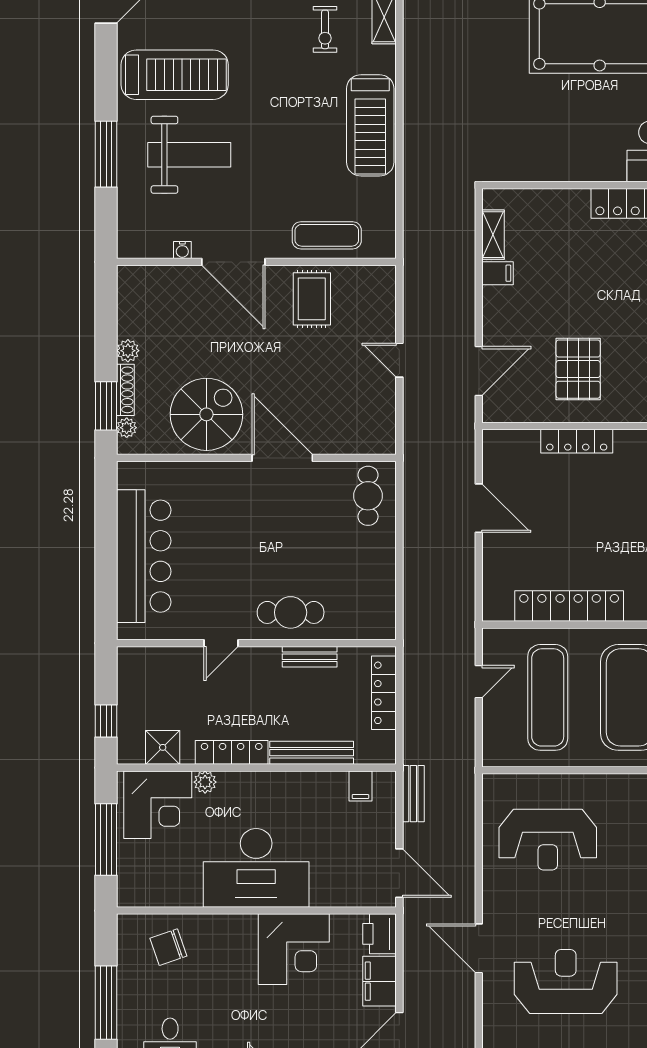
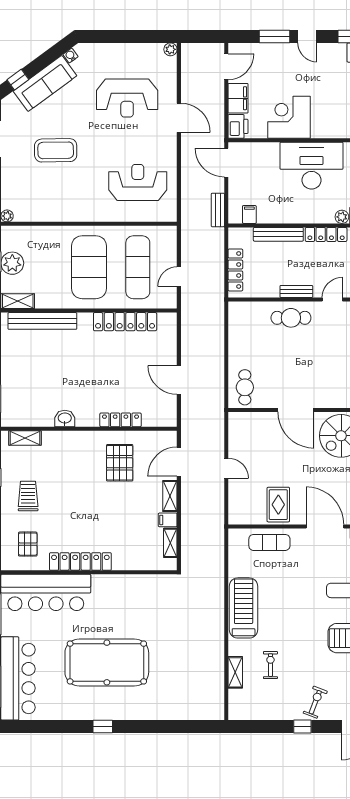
shelving: (494, 313) -> (170, 496), added
bench: (310, 657) -> (296, 291), moved

